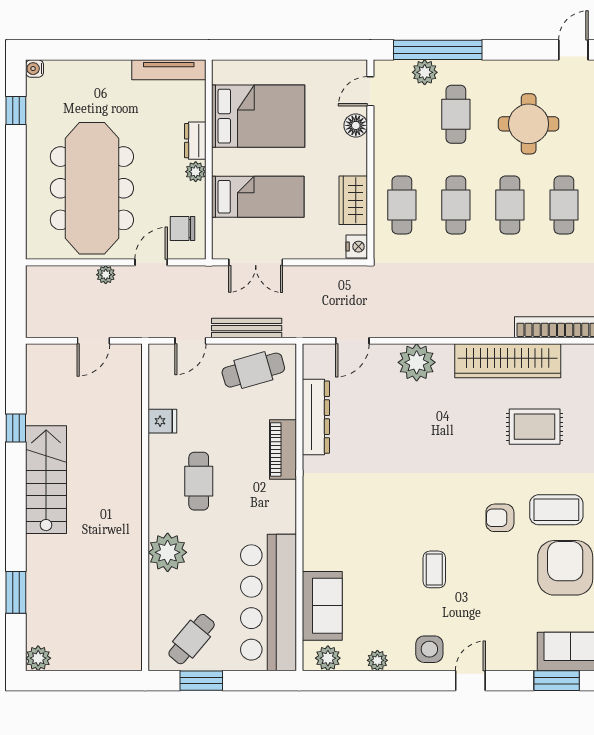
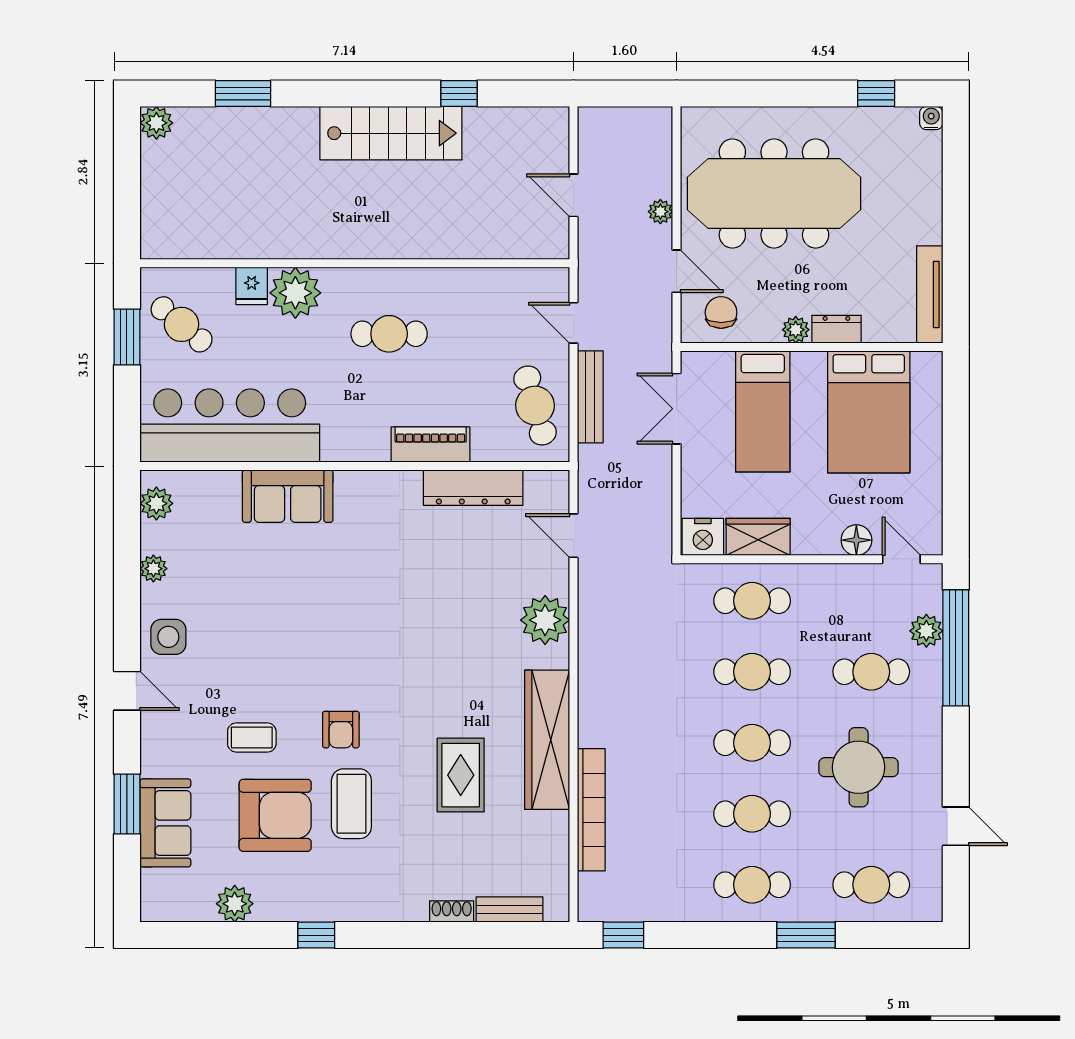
nightstand: (357, 247) -> (703, 537), width x1.36, depth x1.33
fridge: (162, 421) -> (252, 286), moved
armchair: (500, 518) -> (341, 730), turned 180
coffee table: (434, 569) -> (252, 738), moved
sofa: (322, 606) -> (288, 496), moved

